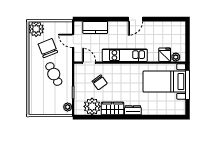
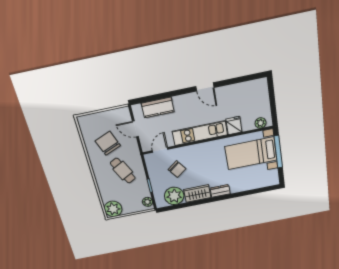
door: (136, 19) -> (205, 87), hinge flipped
plant: (36, 29) -> (113, 209), moved
fridge: (165, 55) -> (234, 125), moved
door: (89, 63) -> (160, 150), hinge flipped

